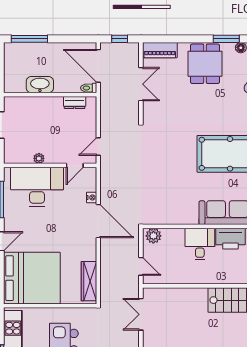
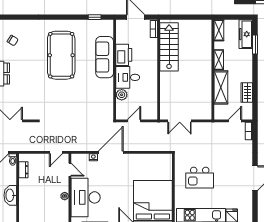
door: (98, 147) -> (56, 152), hinge flipped
plant: (153, 236) -> (122, 95), moved
door: (141, 266) -> (134, 121), moved
wardrobe: (89, 281) -> (155, 159), removed

